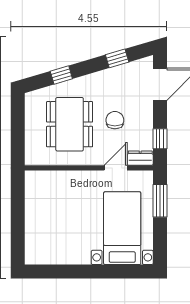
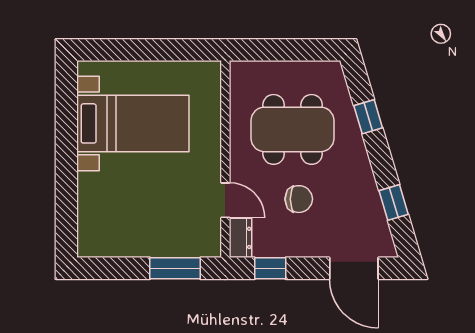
bed with nightstands: (122, 228) -> (133, 123), moved

